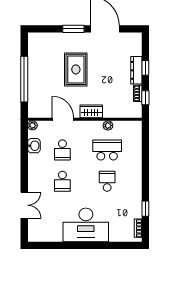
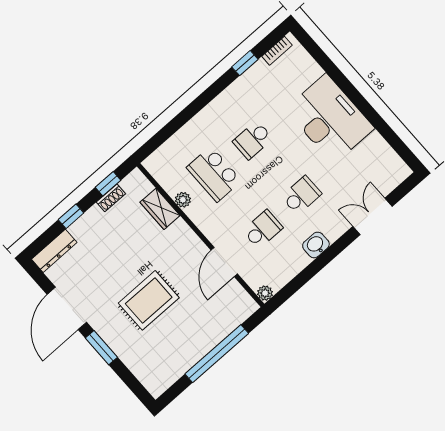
dresser: (136, 70) -> (54, 251), moved
wardrobe: (91, 111) -> (160, 209), moved
washbasin: (34, 146) -> (316, 245), moved

